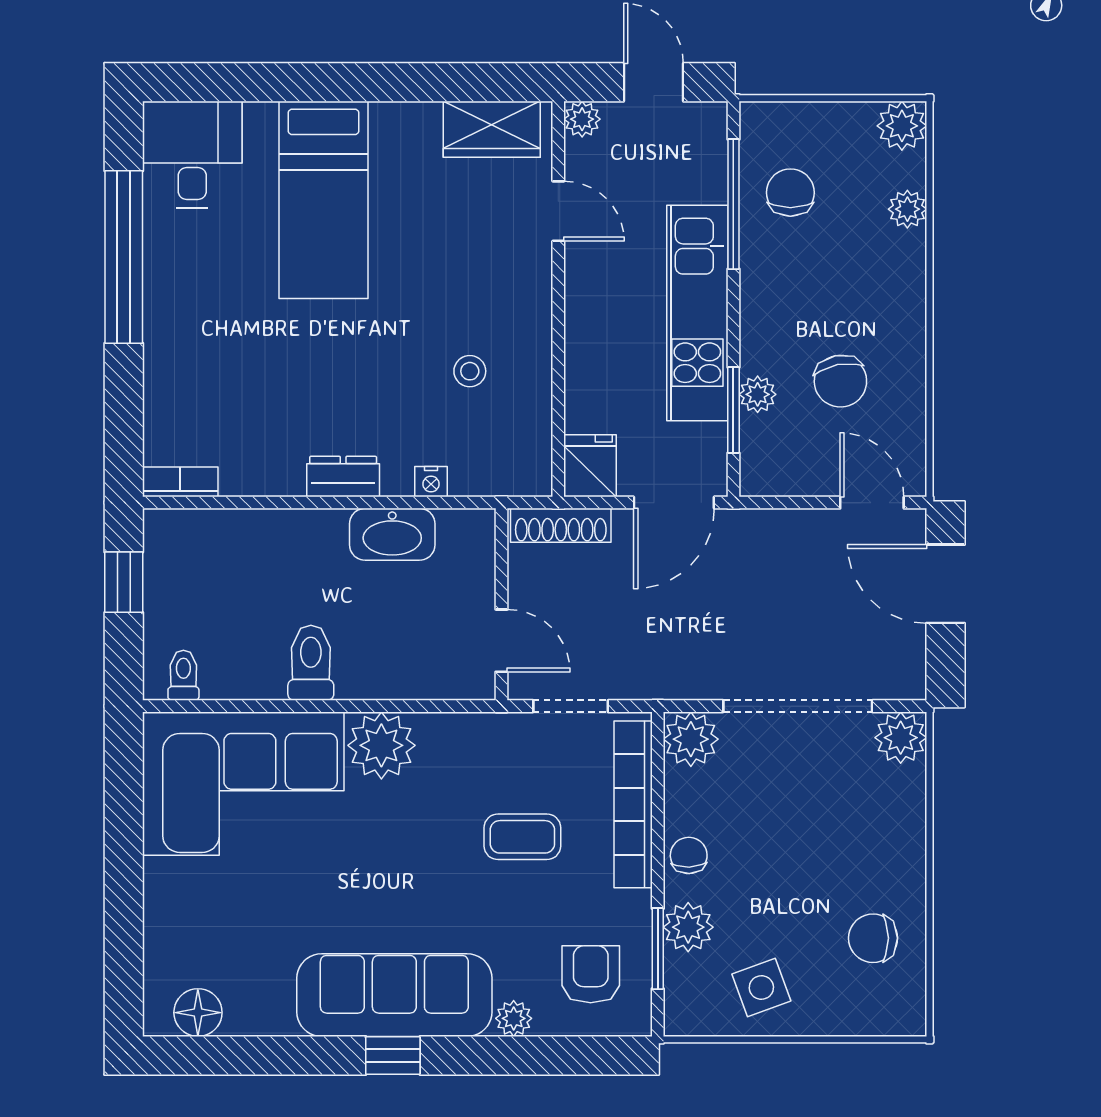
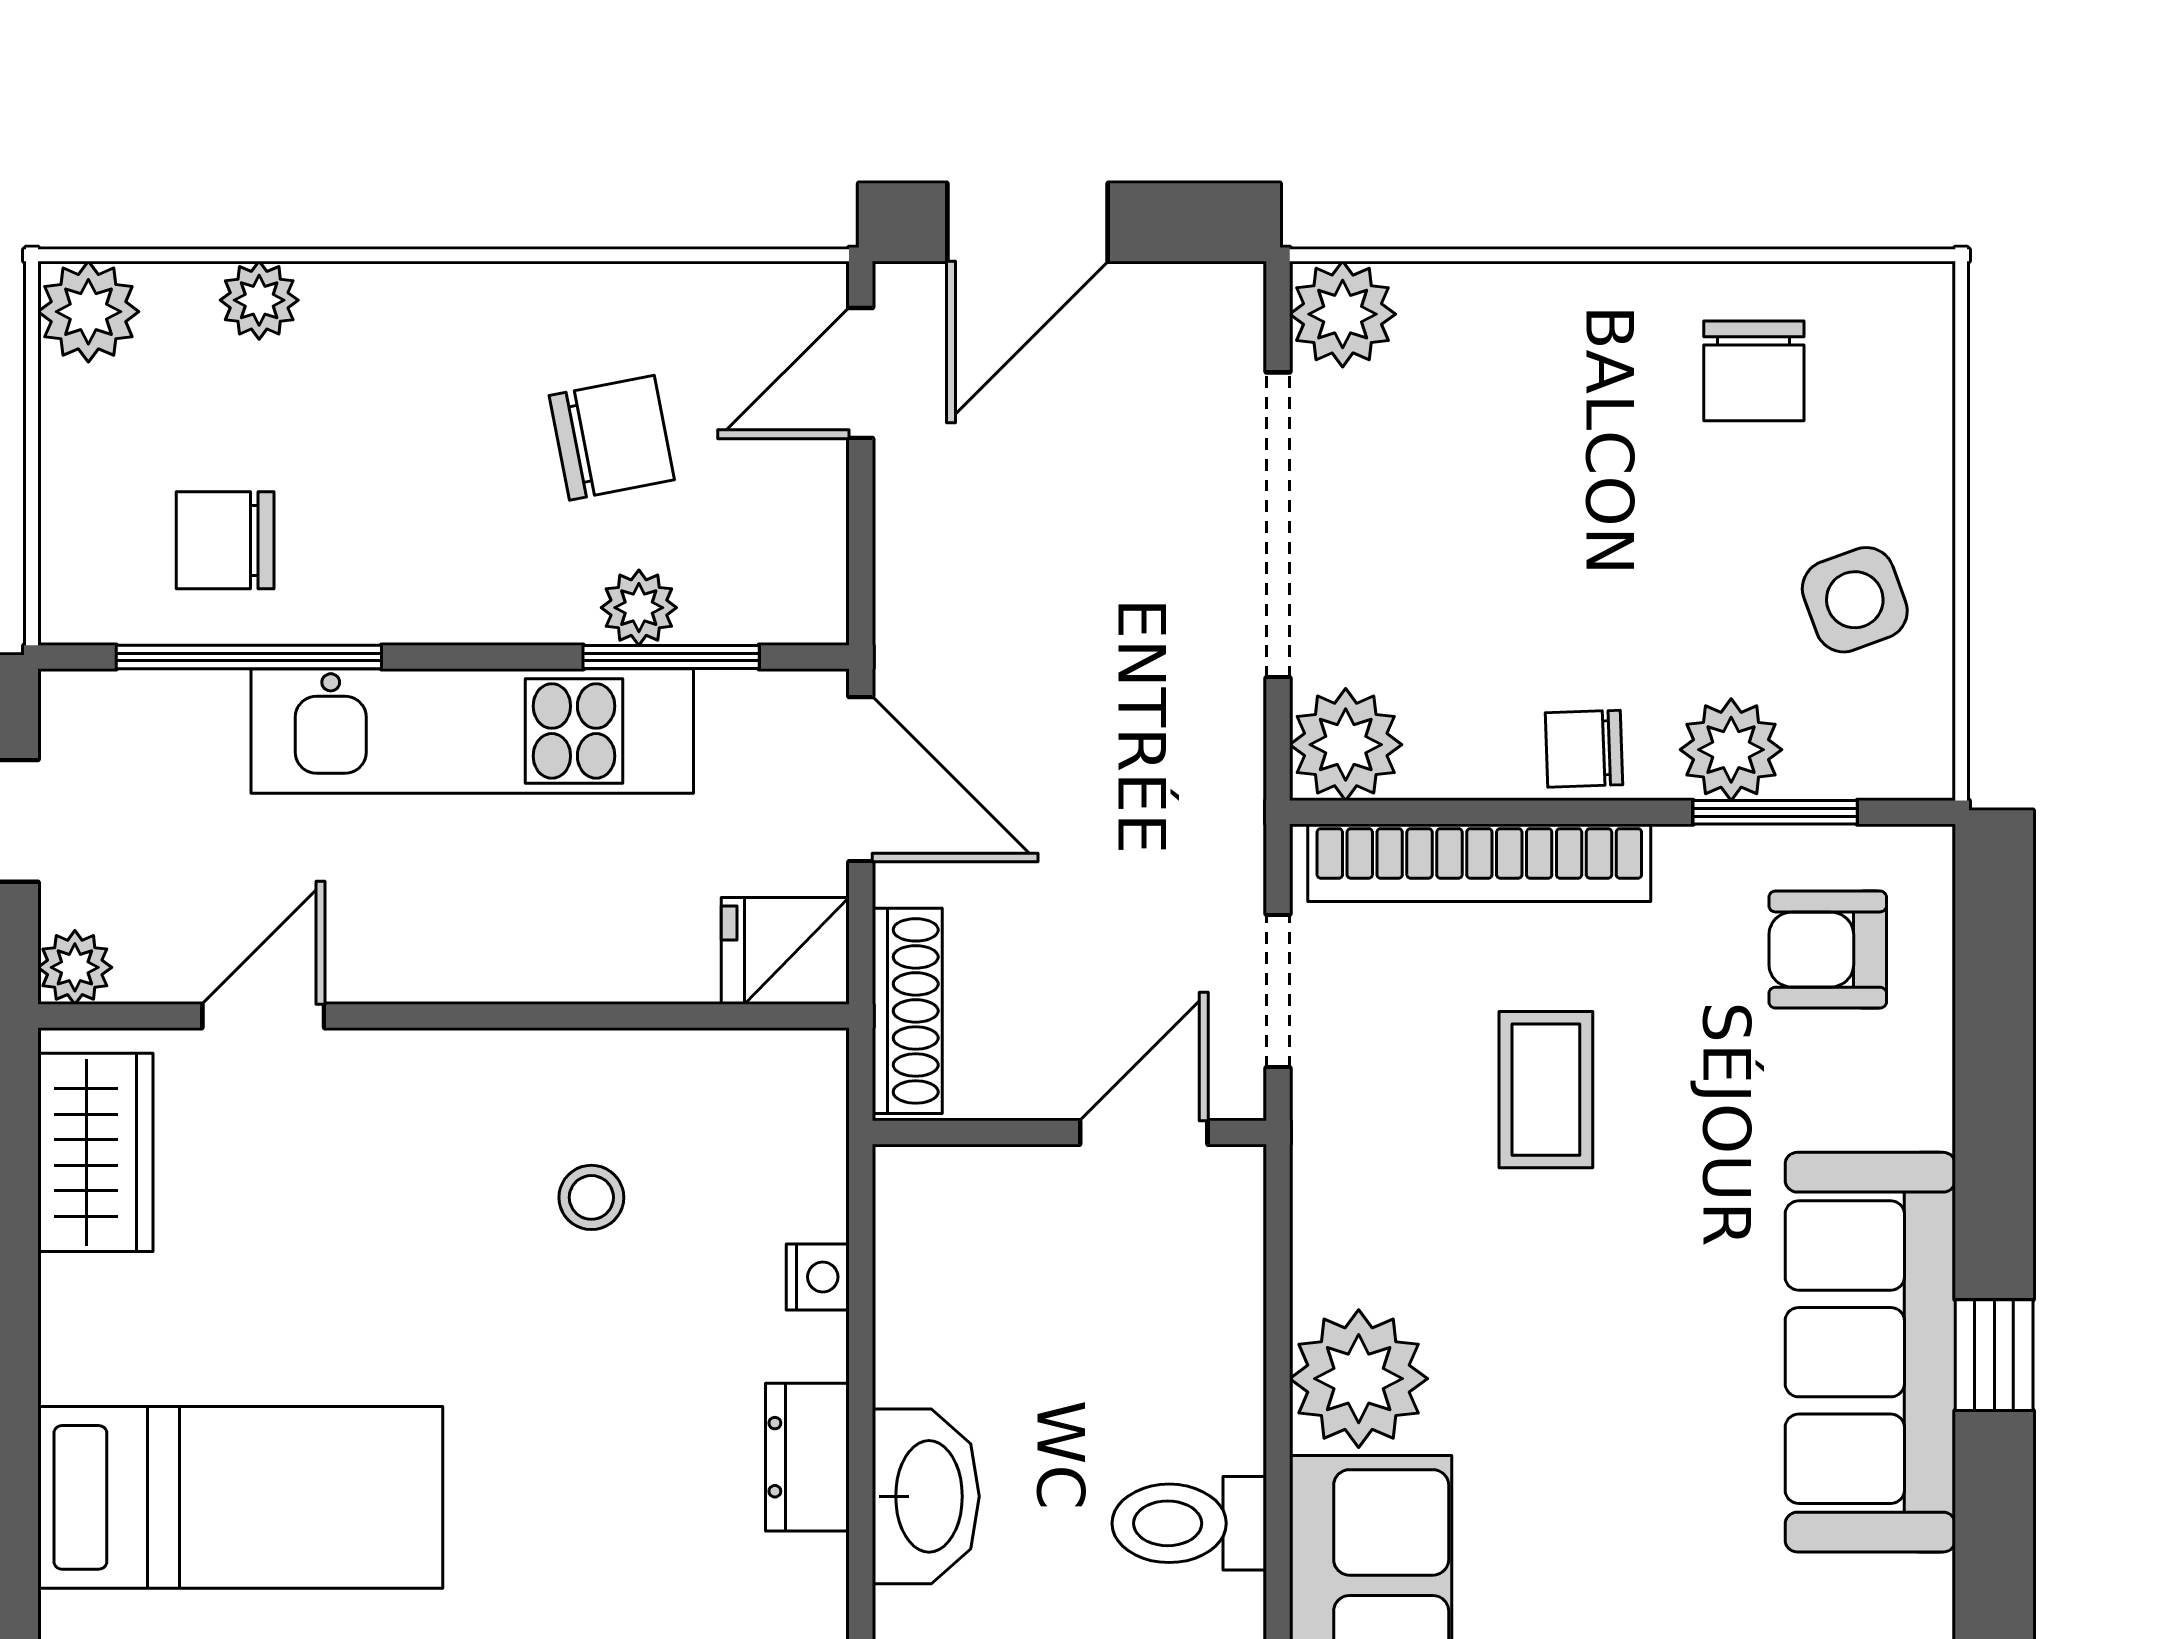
washbasin: (392, 534) -> (926, 1496), moved
plant: (514, 1018) -> (1918, 1107), removed

